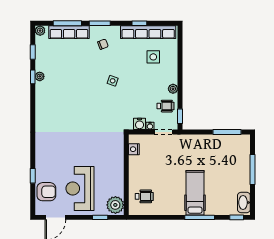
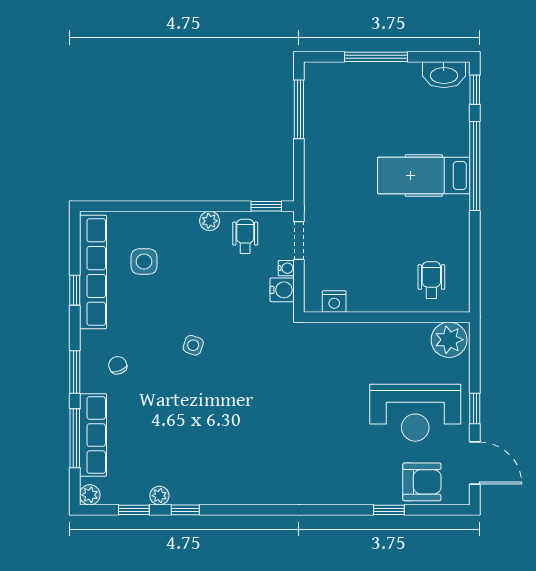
plant: (40, 76) -> (159, 496), moved
armchair: (46, 192) -> (422, 482), turned 90
window: (100, 217) -> (475, 408), moved
window: (200, 217) -> (475, 166), width x1.46

